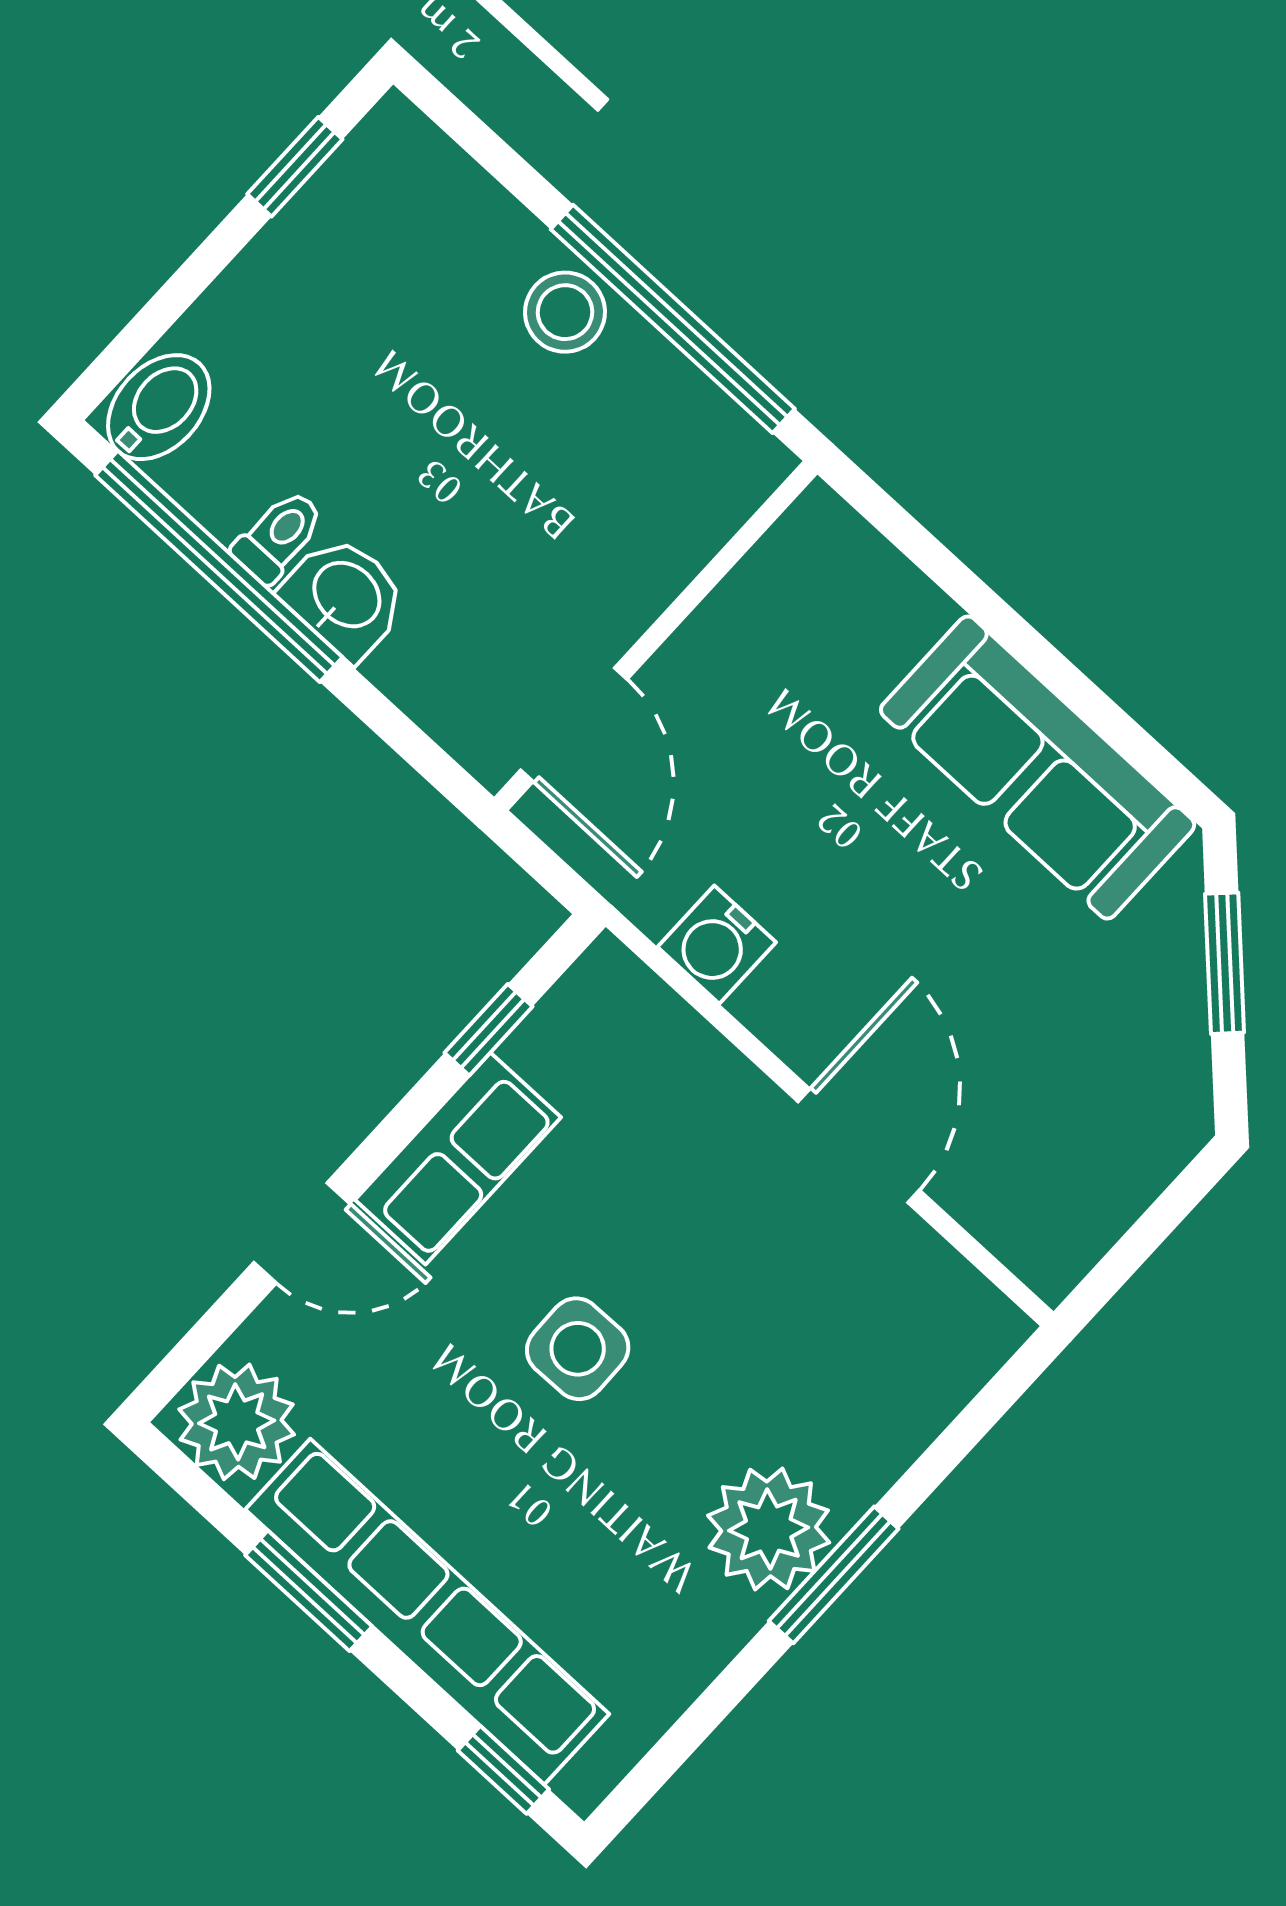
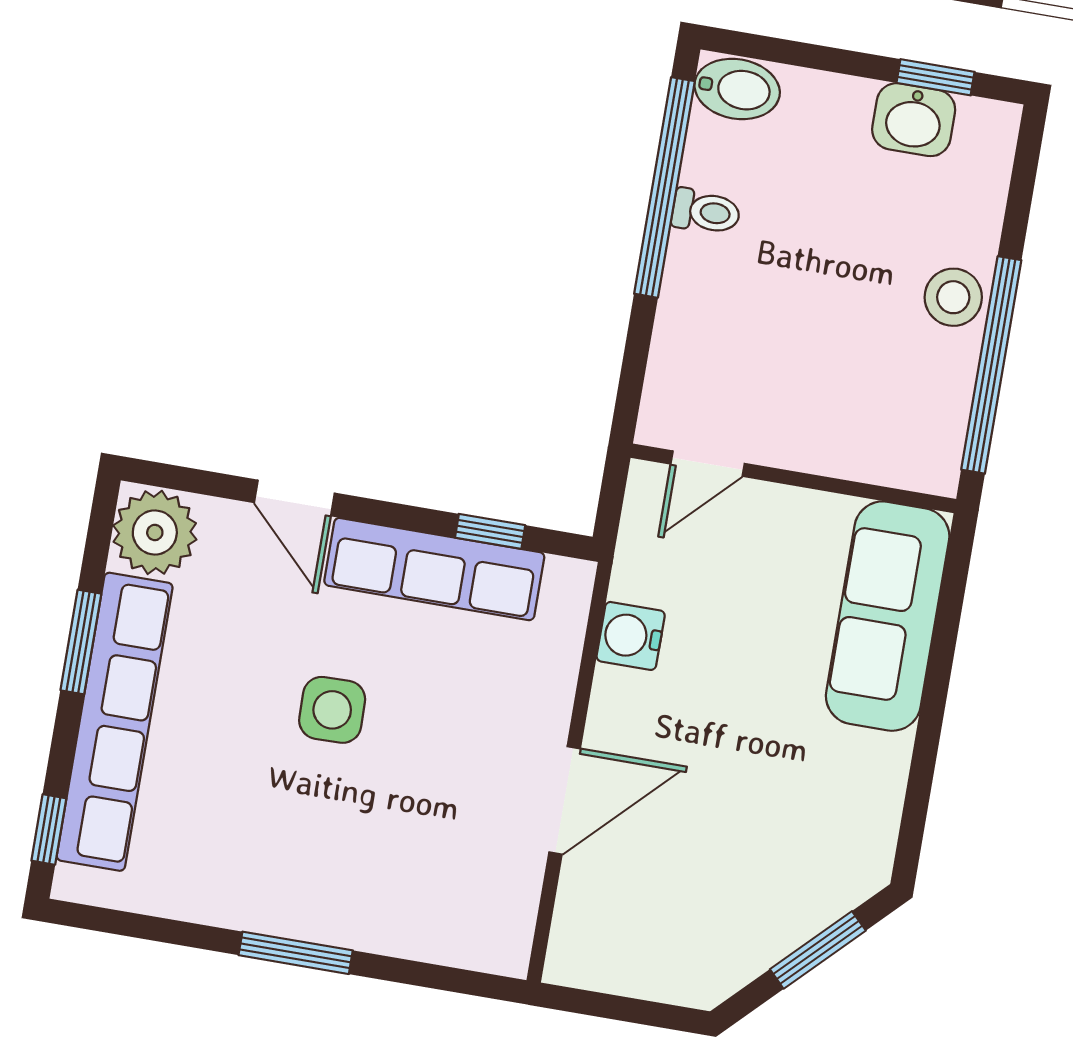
washbasin: (345, 597) -> (914, 120), moved, turned 90
door: (574, 725) -> (708, 464), width x0.73
sofa: (1038, 767) -> (888, 616), moved
row of seats: (458, 1158) -> (434, 569), width x1.48
plant: (769, 1529) -> (298, 896), removed

